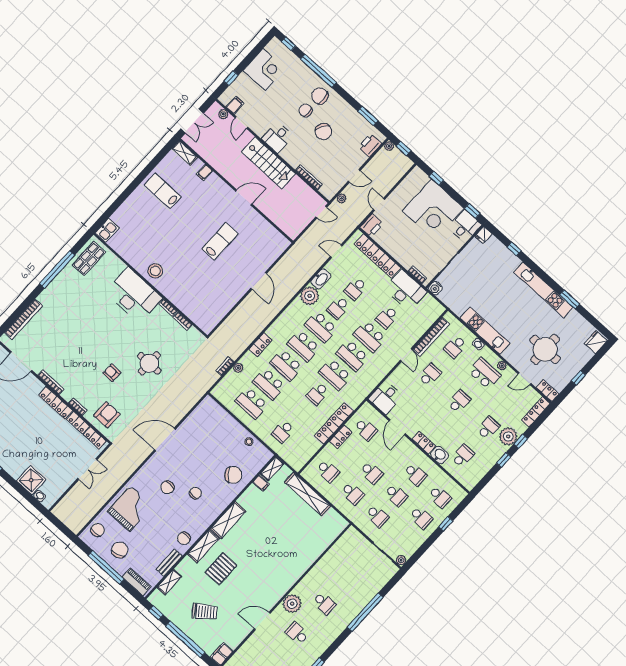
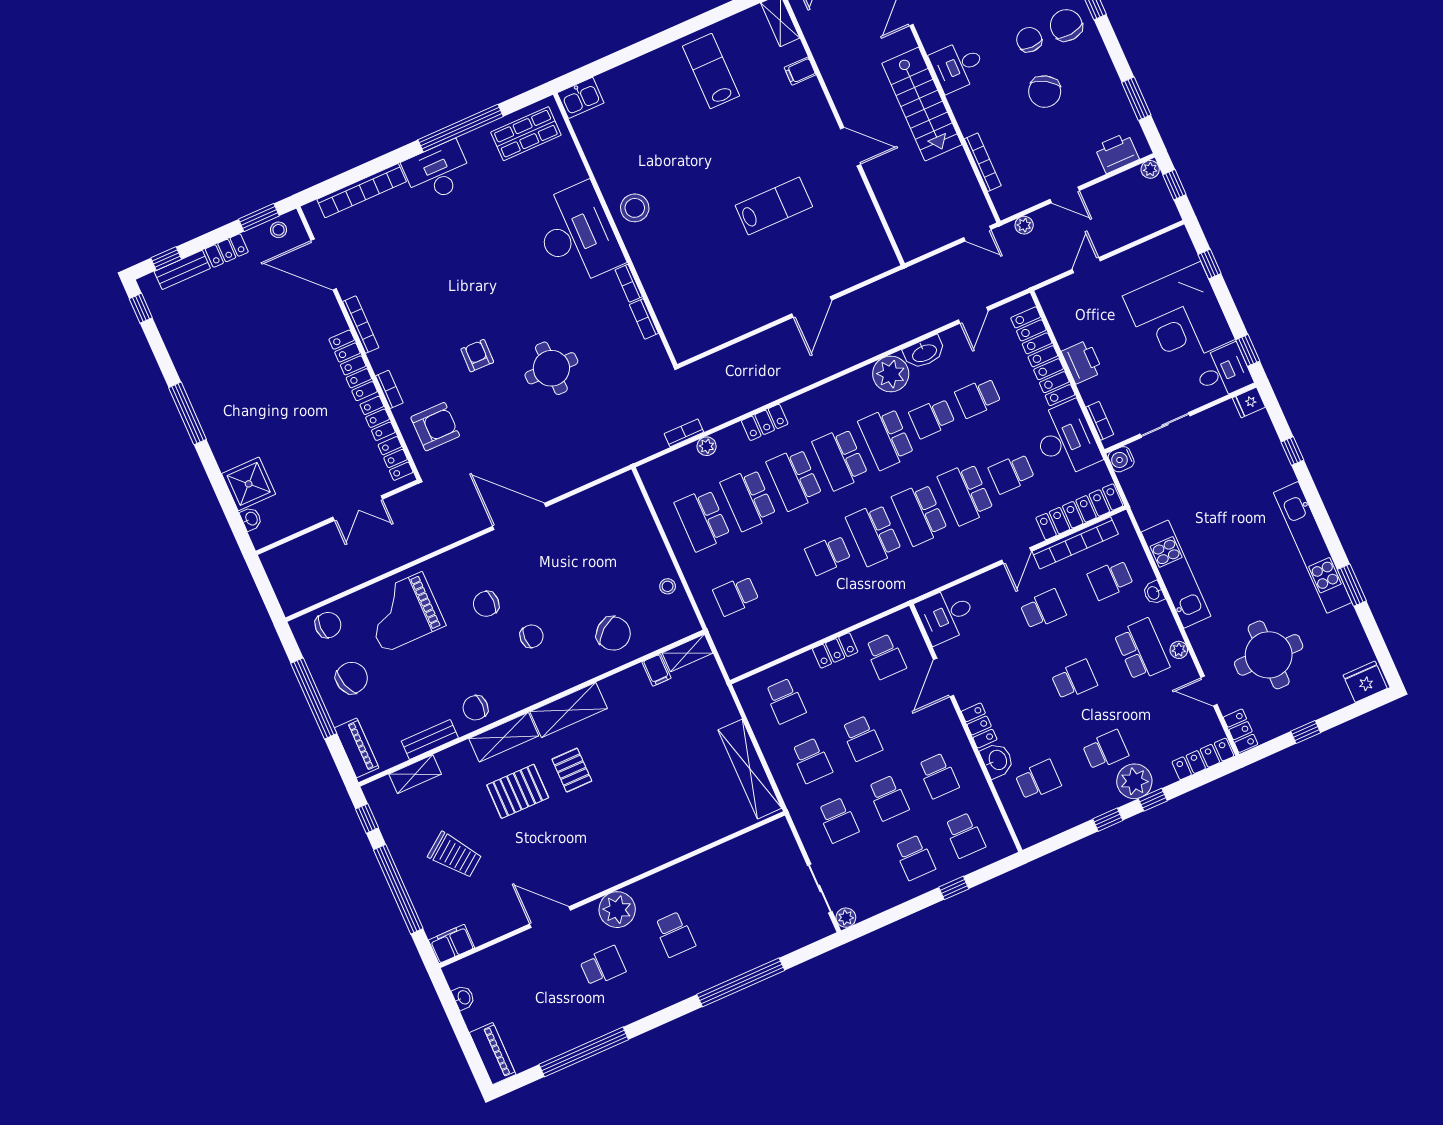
printer: (372, 225) -> (1082, 362), moved, turned -90
door: (336, 251) -> (973, 315), swing flipped
desk: (55, 295) -> (438, 172), added
locker: (334, 423) -> (1079, 512), moved
shelving: (308, 494) -> (750, 769), moved
grand piano: (130, 509) -> (403, 612), turned 180
pallet: (242, 548) -> (572, 770), added
school desk: (297, 633) -> (603, 966), turned 90

